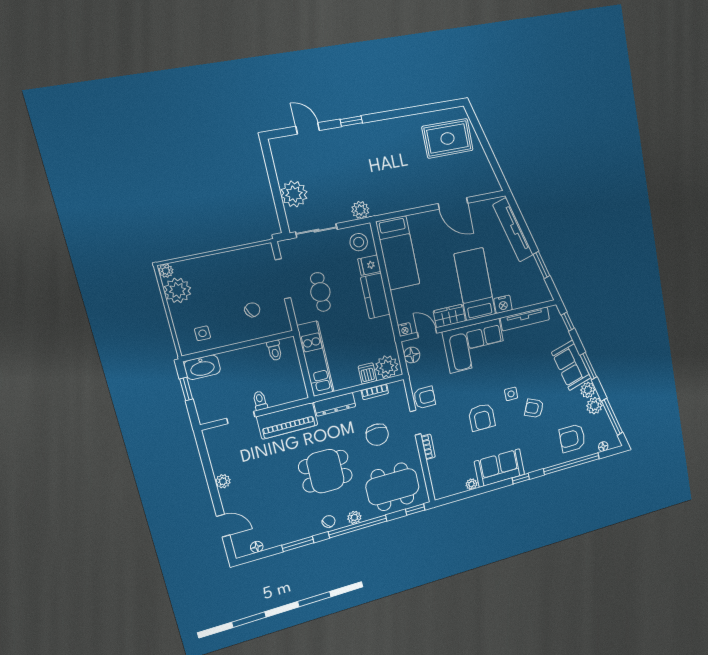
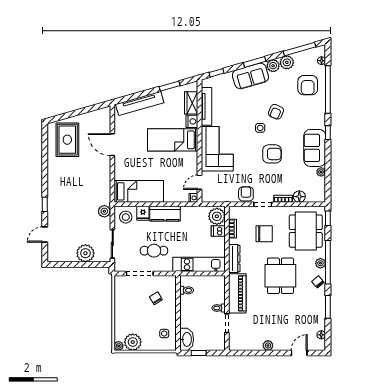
door: (453, 203) -> (112, 145), swing flipped
wardrobe: (449, 316) -> (191, 103), moved
floor lamp: (412, 355) -> (299, 197), moved

